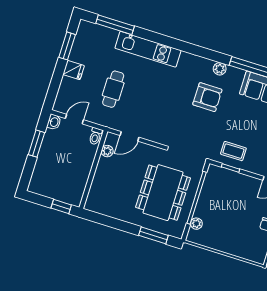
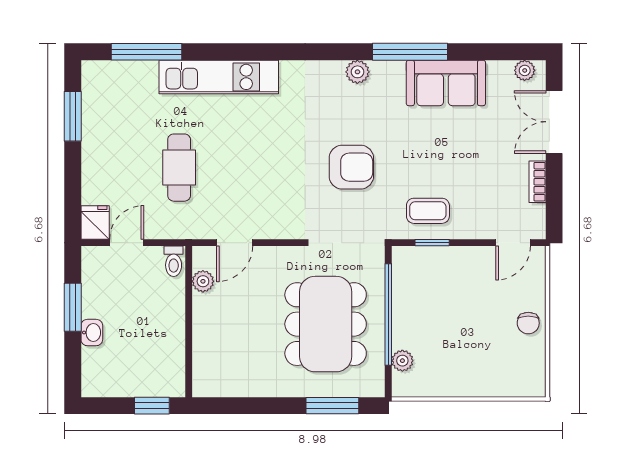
fridge: (74, 70) -> (95, 222), moved, turned -90
armchair: (207, 97) -> (351, 167), moved
washbasin: (54, 122) -> (92, 333), moved

